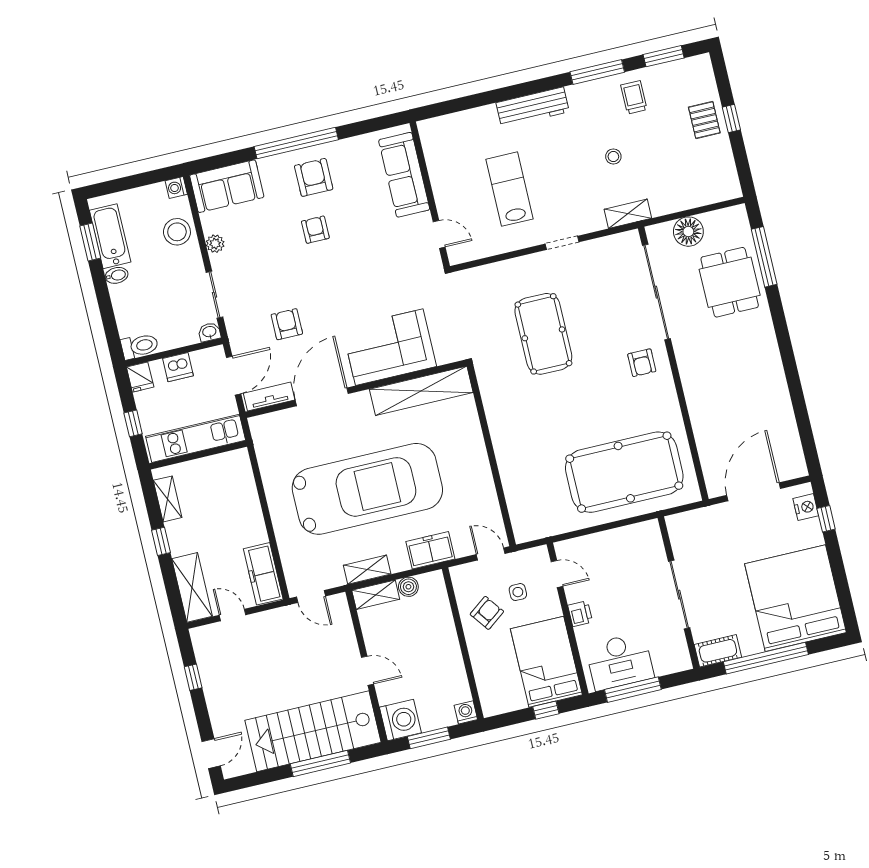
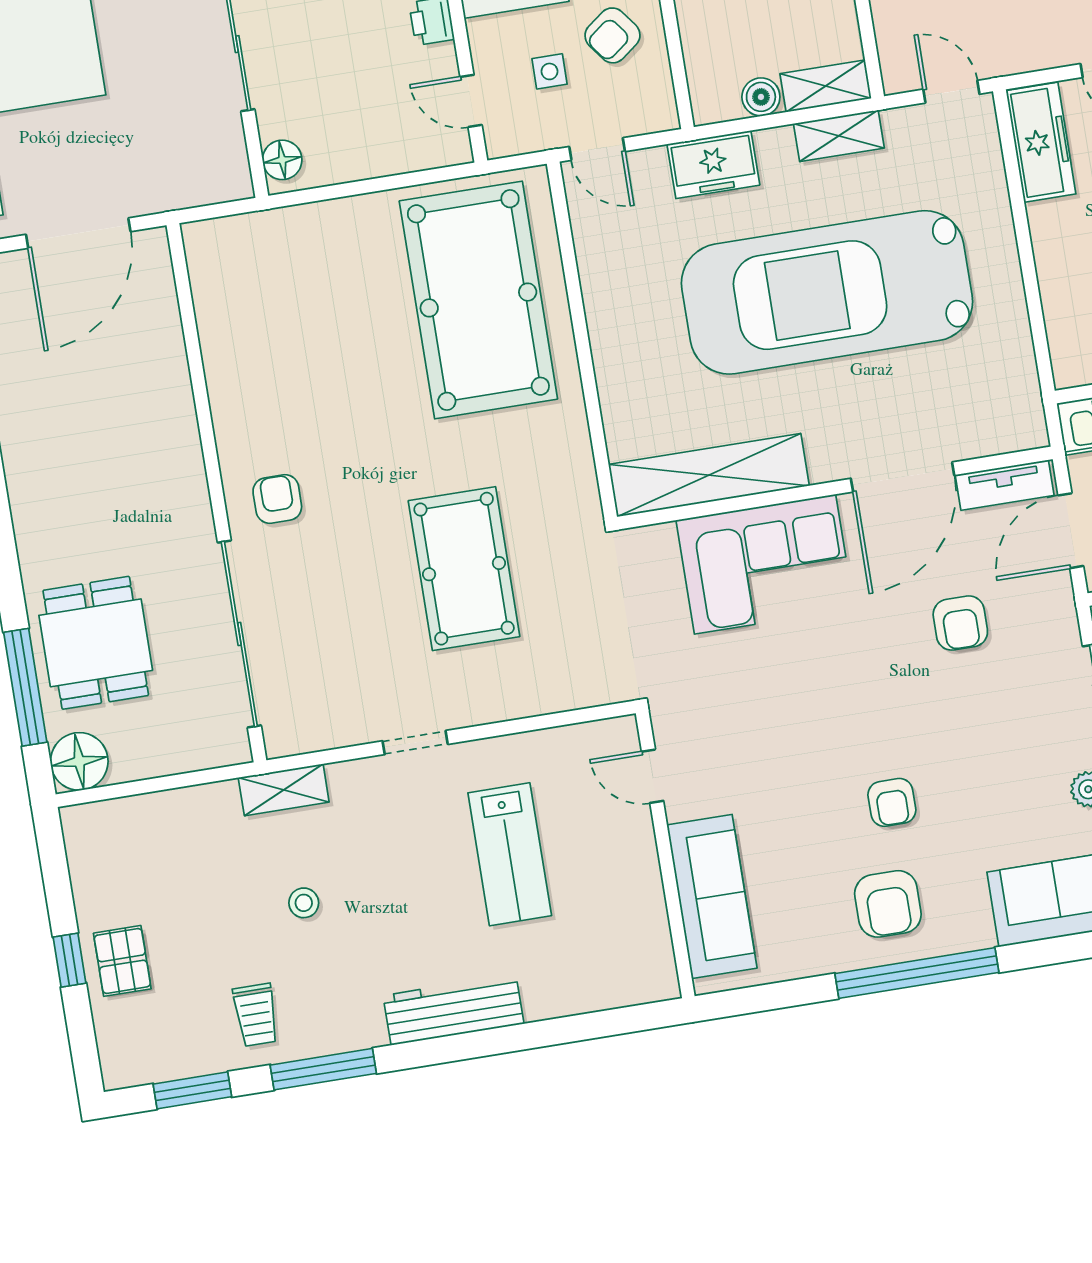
floor lamp: (688, 232) -> (79, 761), moved
pool table: (624, 472) -> (478, 300), moved, turned 90
floor lamp: (652, 537) -> (282, 160), added

